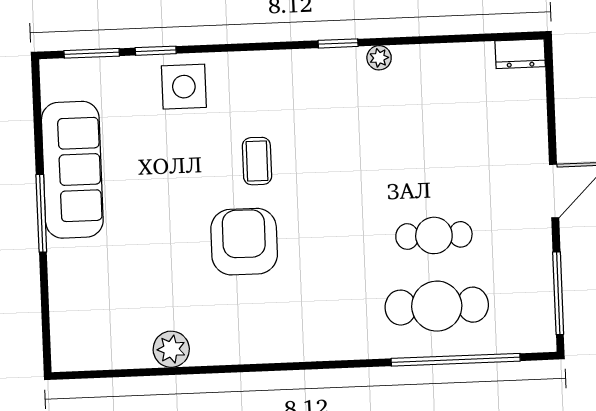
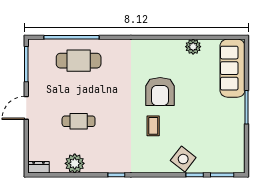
plant: (379, 58) -> (75, 163), moved, width x1.88, depth x1.88
side table: (184, 87) -> (183, 159), turned 38
sofa: (72, 170) -> (232, 68), moved
cafe table: (434, 235) -> (79, 121), moved

